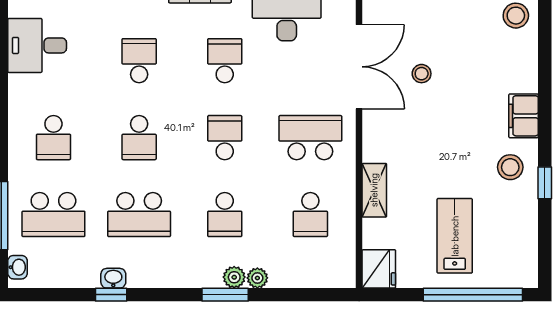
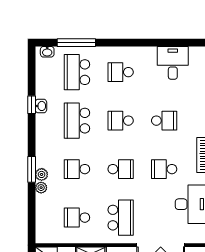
school desk: (225, 61) -> (164, 169), turned 180

